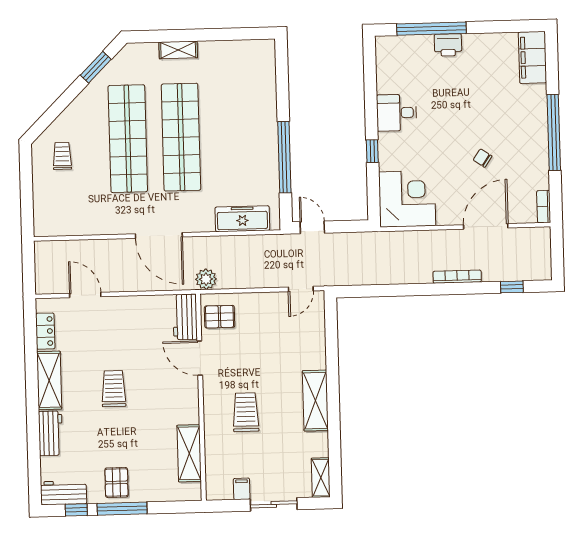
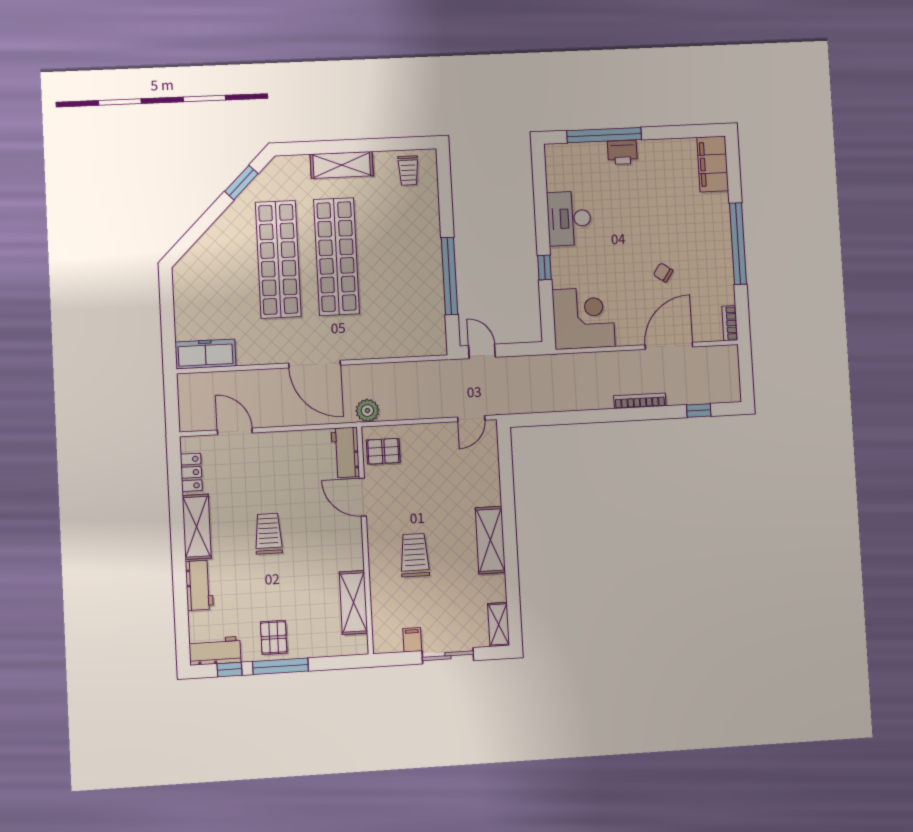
shelving: (178, 50) -> (342, 165), width x1.50, depth x1.33
desk: (397, 113) -> (569, 218), width x1.37
trolley: (62, 156) -> (408, 171), moved, turned 180
freezer: (242, 219) -> (205, 354), moved

